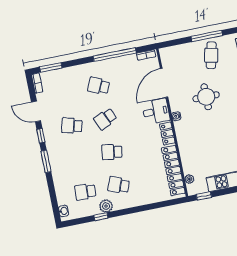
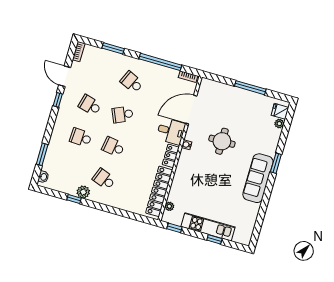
cafe table: (211, 55) -> (245, 107), removed
window: (51, 67) -> (113, 48), moved
window: (46, 161) -> (42, 154), moved
school desk: (85, 192) -> (81, 138), moved

